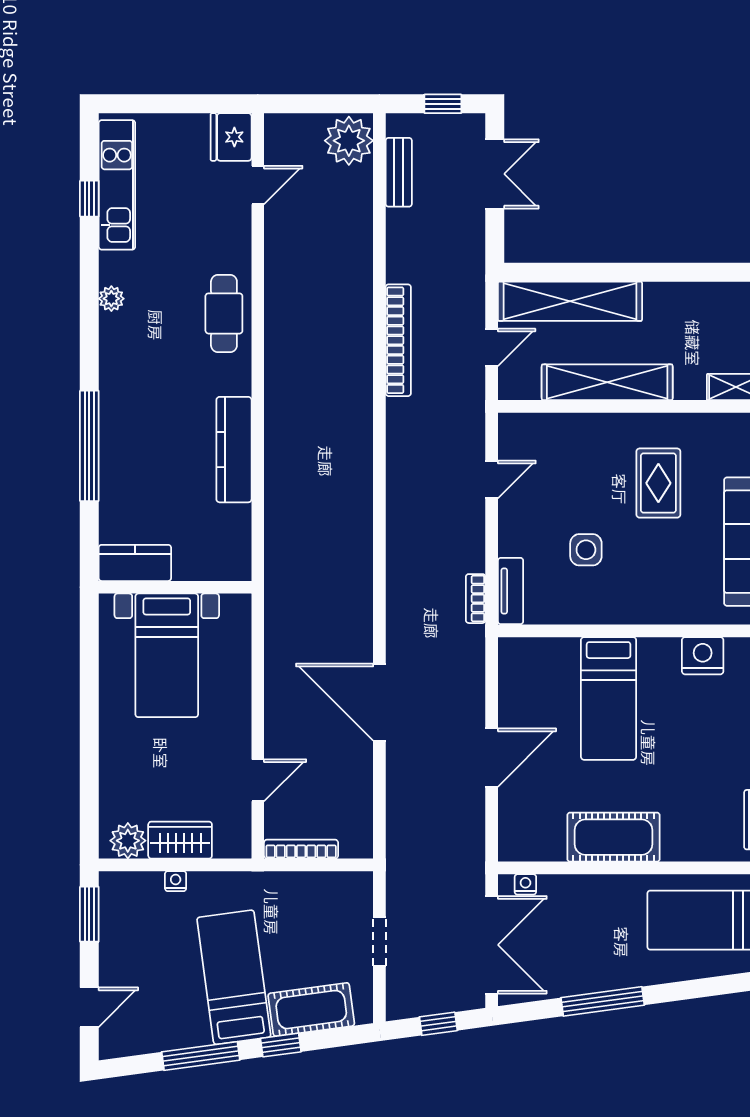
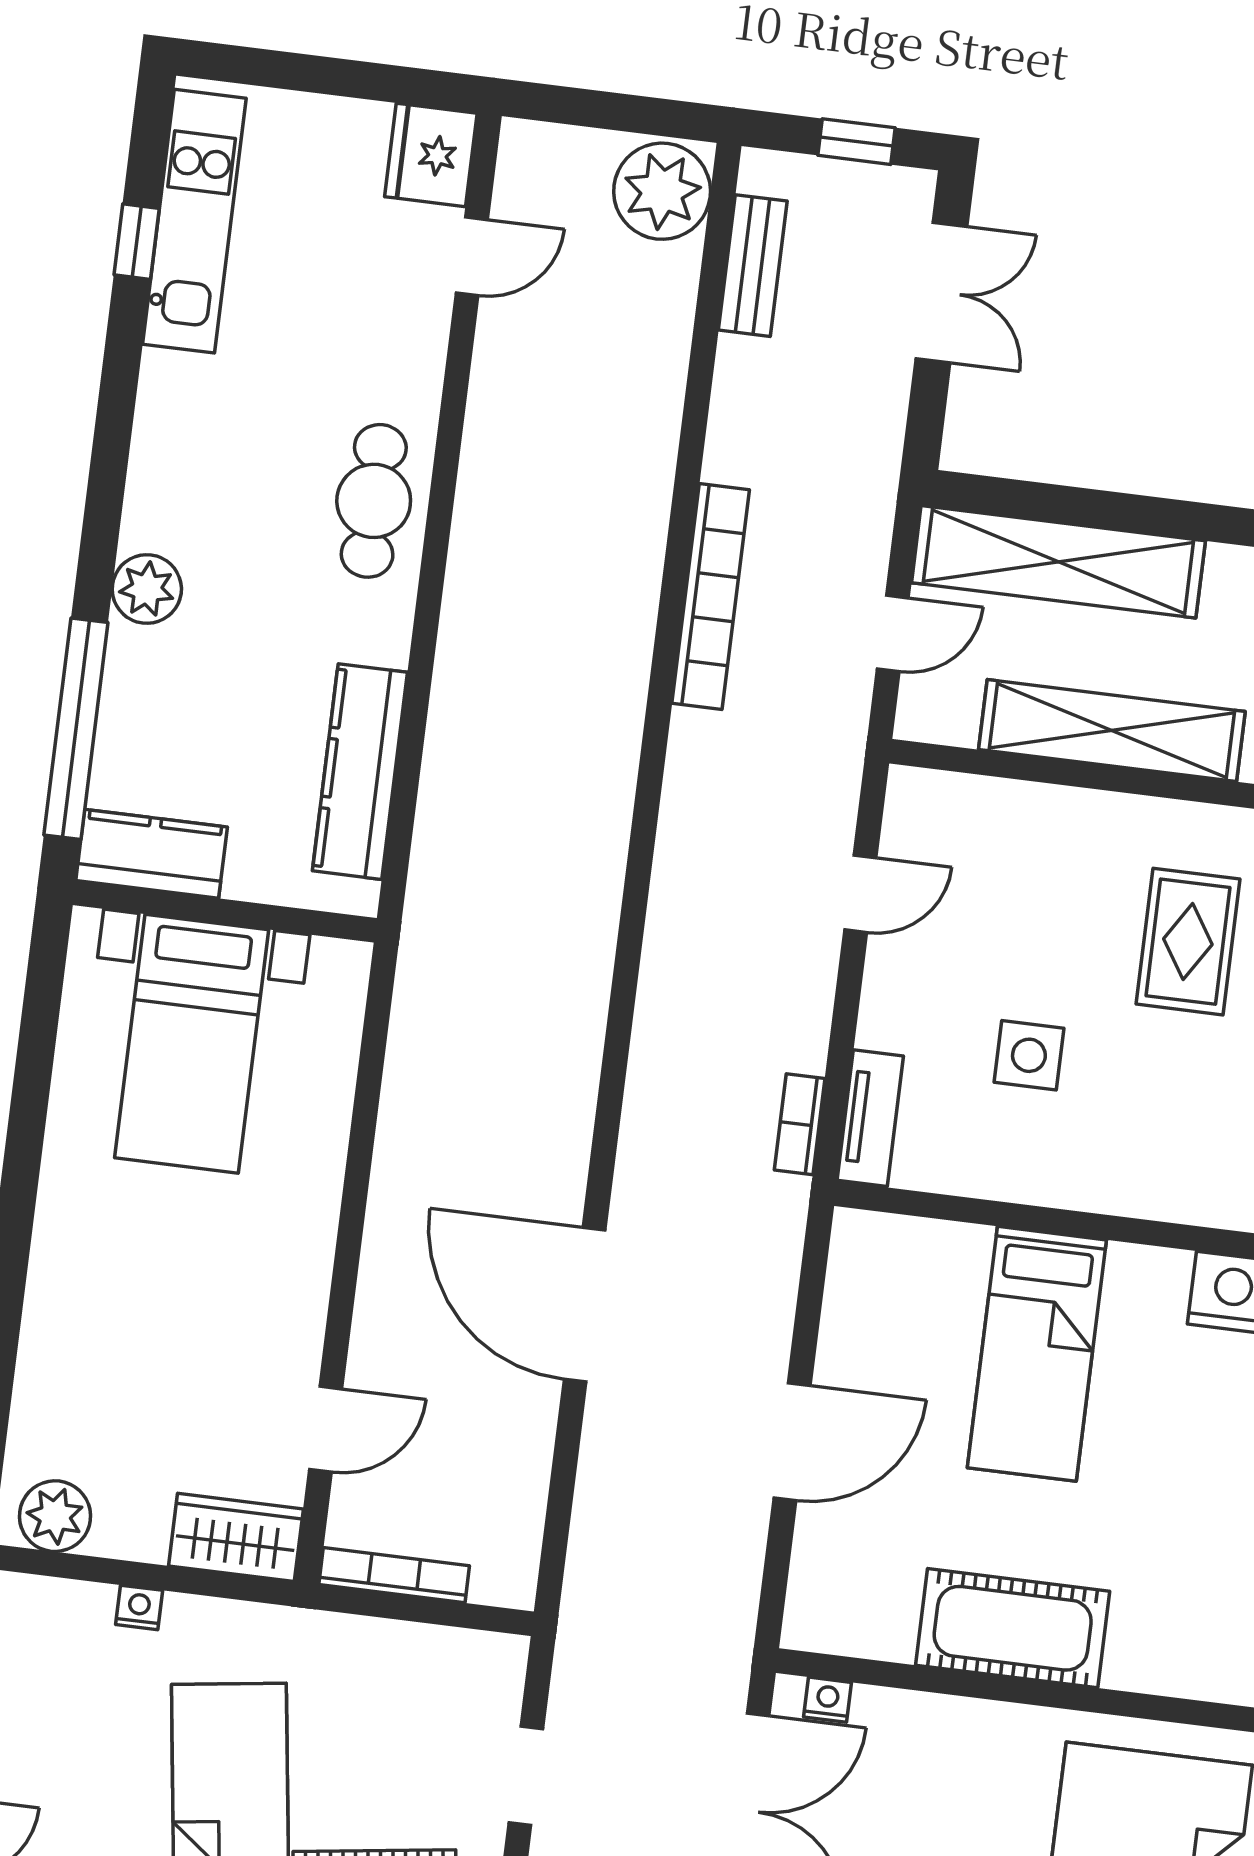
plant: (111, 299) -> (147, 589), moved, width x1.38, depth x1.38
kitchen counter: (135, 563) -> (152, 854), moved
wall: (175, 587) -> (225, 912), moved
bed with nightstands: (167, 655) -> (192, 1044), moved
wardrobe: (180, 840) -> (236, 1537), moved

